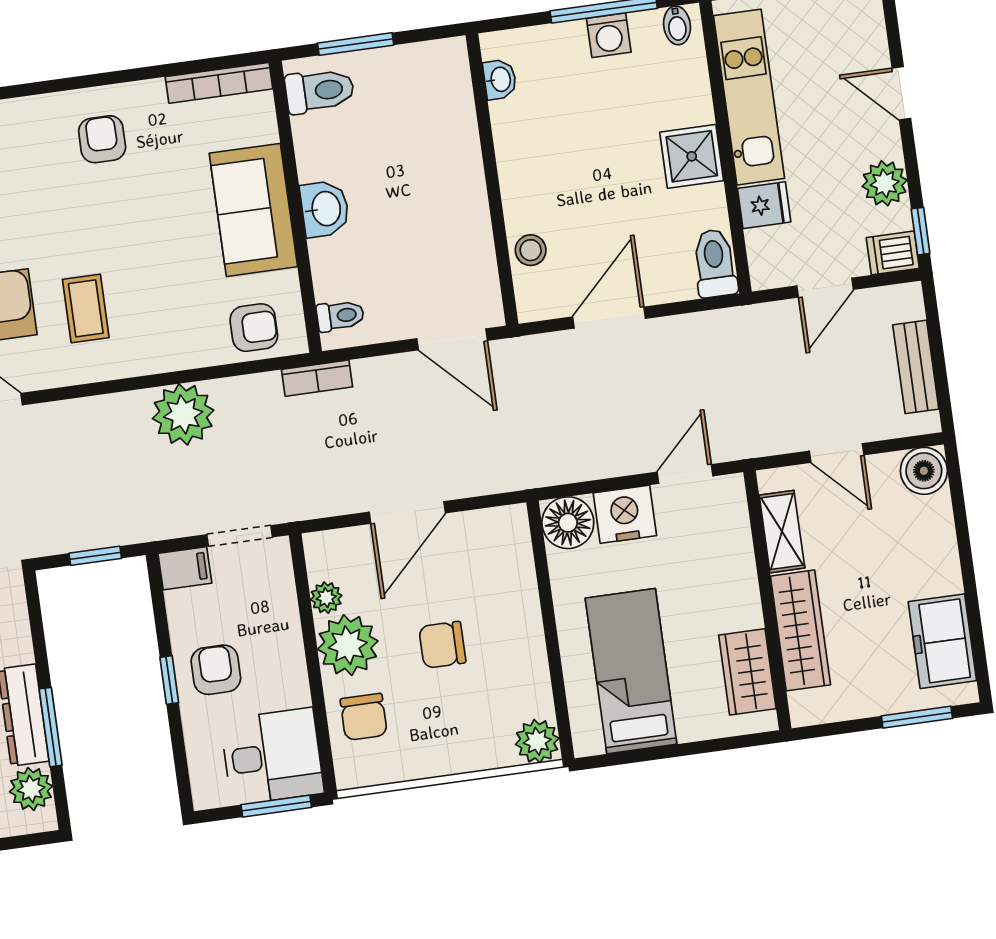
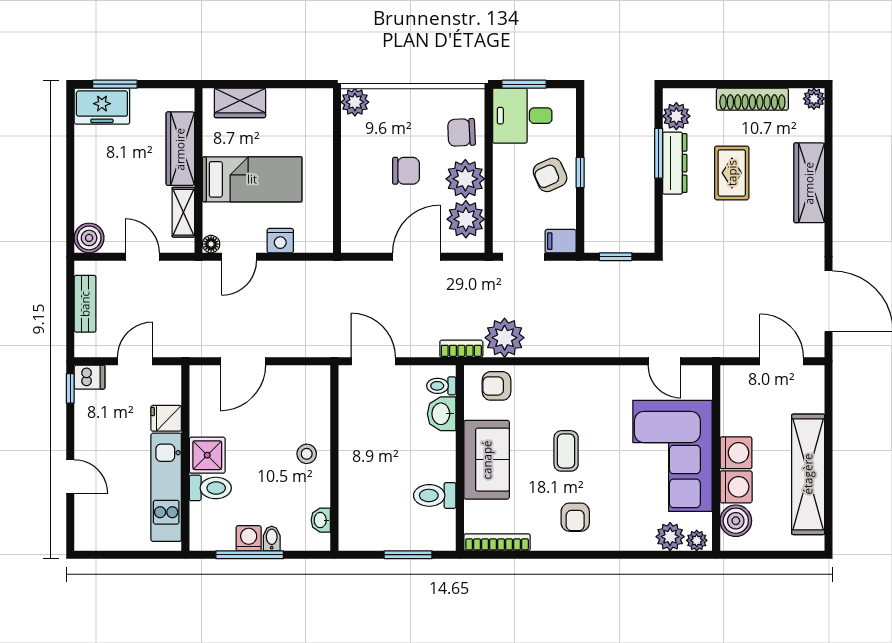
bidet: (677, 25) -> (272, 539), moved
toilet: (320, 91) -> (435, 495), moved
plant: (885, 183) -> (89, 421), removed
washbasin: (325, 209) -> (442, 414), moved
stool: (531, 250) -> (307, 454), moved
toilet: (715, 263) -> (210, 488), moved, turned -90
coffee table: (86, 308) -> (566, 451), moved
door: (609, 318) -> (243, 361), moved
plant: (183, 414) -> (505, 338), moved
nightstand: (625, 514) -> (280, 241), width x0.74, depth x0.75
floor lamp: (568, 523) -> (211, 244), moved, width x0.53, depth x0.53
plant: (326, 598) -> (466, 219), width x1.87, depth x1.87
freezer: (942, 641) -> (102, 106), moved, turned 90
armchair: (216, 670) -> (550, 175), turned 66
bed: (631, 671) -> (252, 179), moved, turned -90
wardrobe: (747, 672) -> (240, 103), moved, turned 90
chair: (364, 717) -> (462, 132), turned -93

